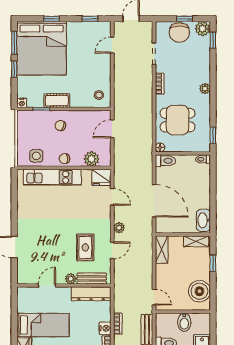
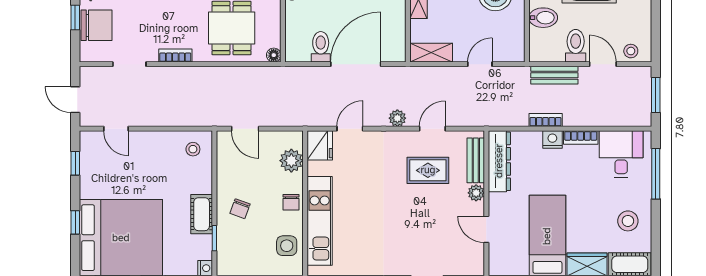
toilet: (165, 161) -> (321, 47), moved
door: (112, 250) -> (432, 129), hinge flipped
door: (154, 297) -> (480, 64), moved

